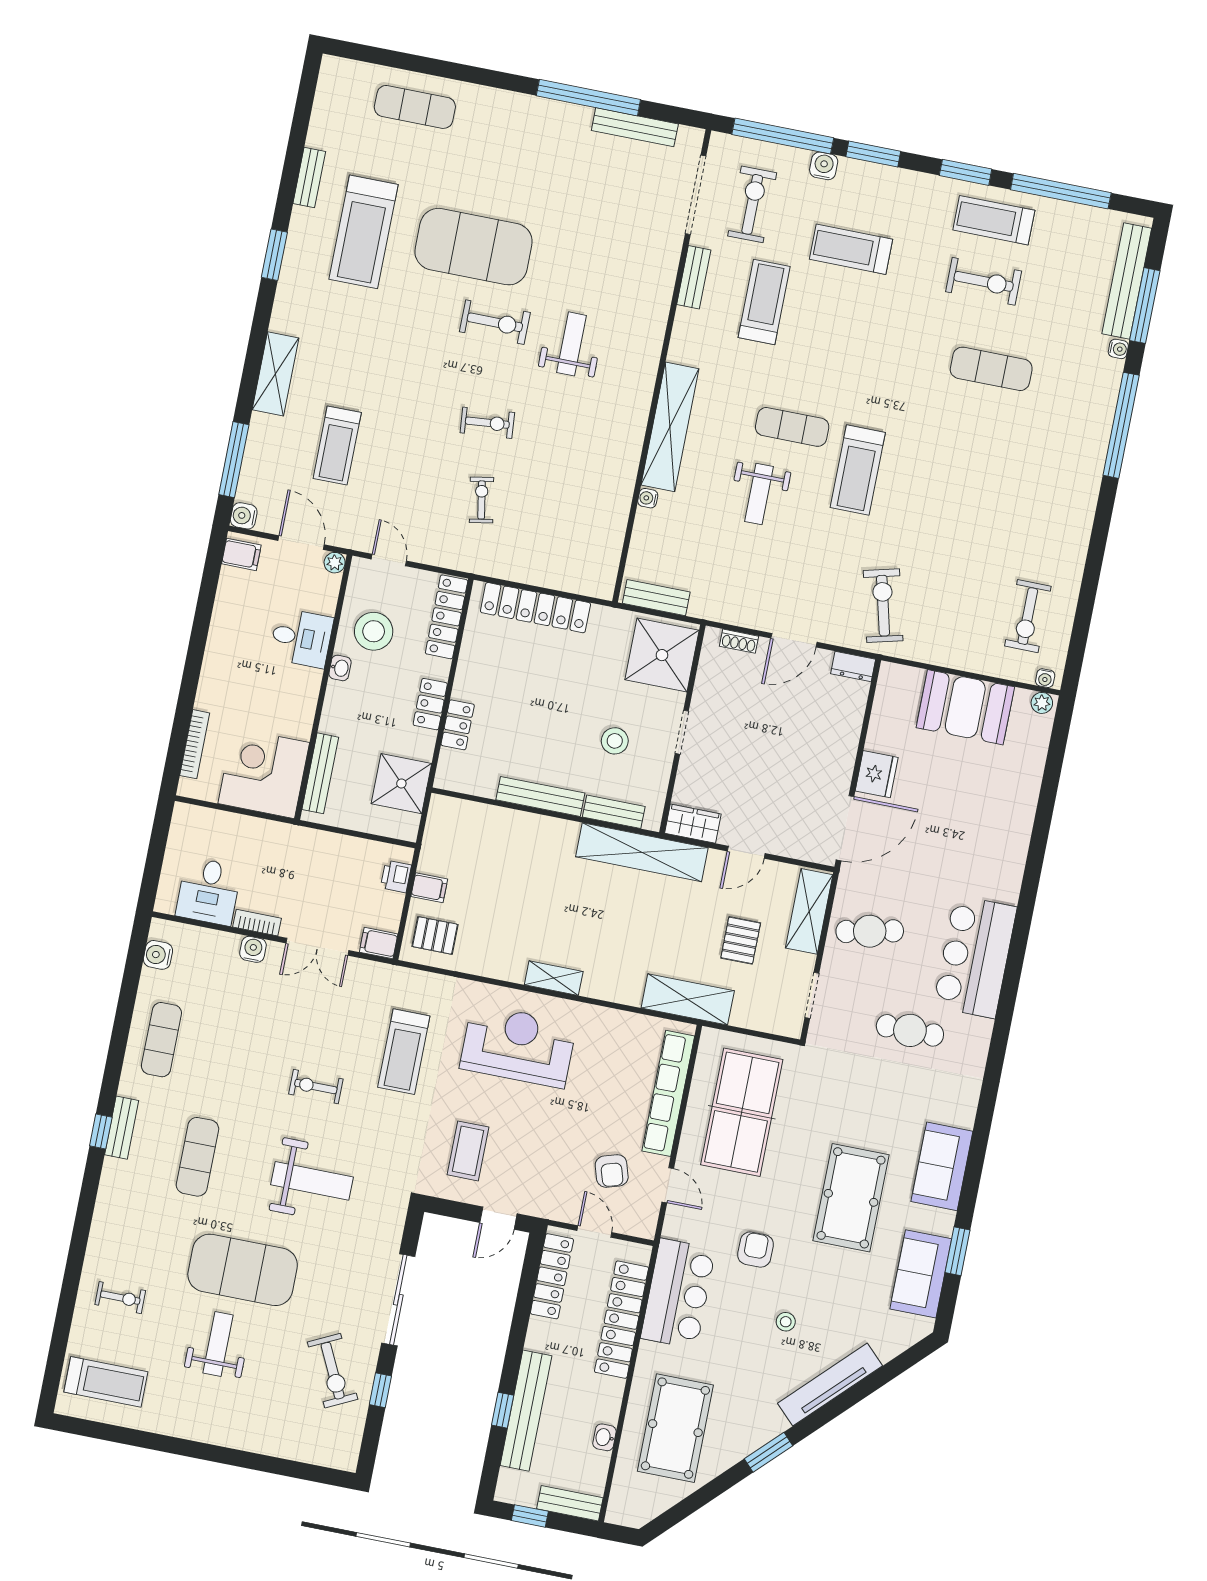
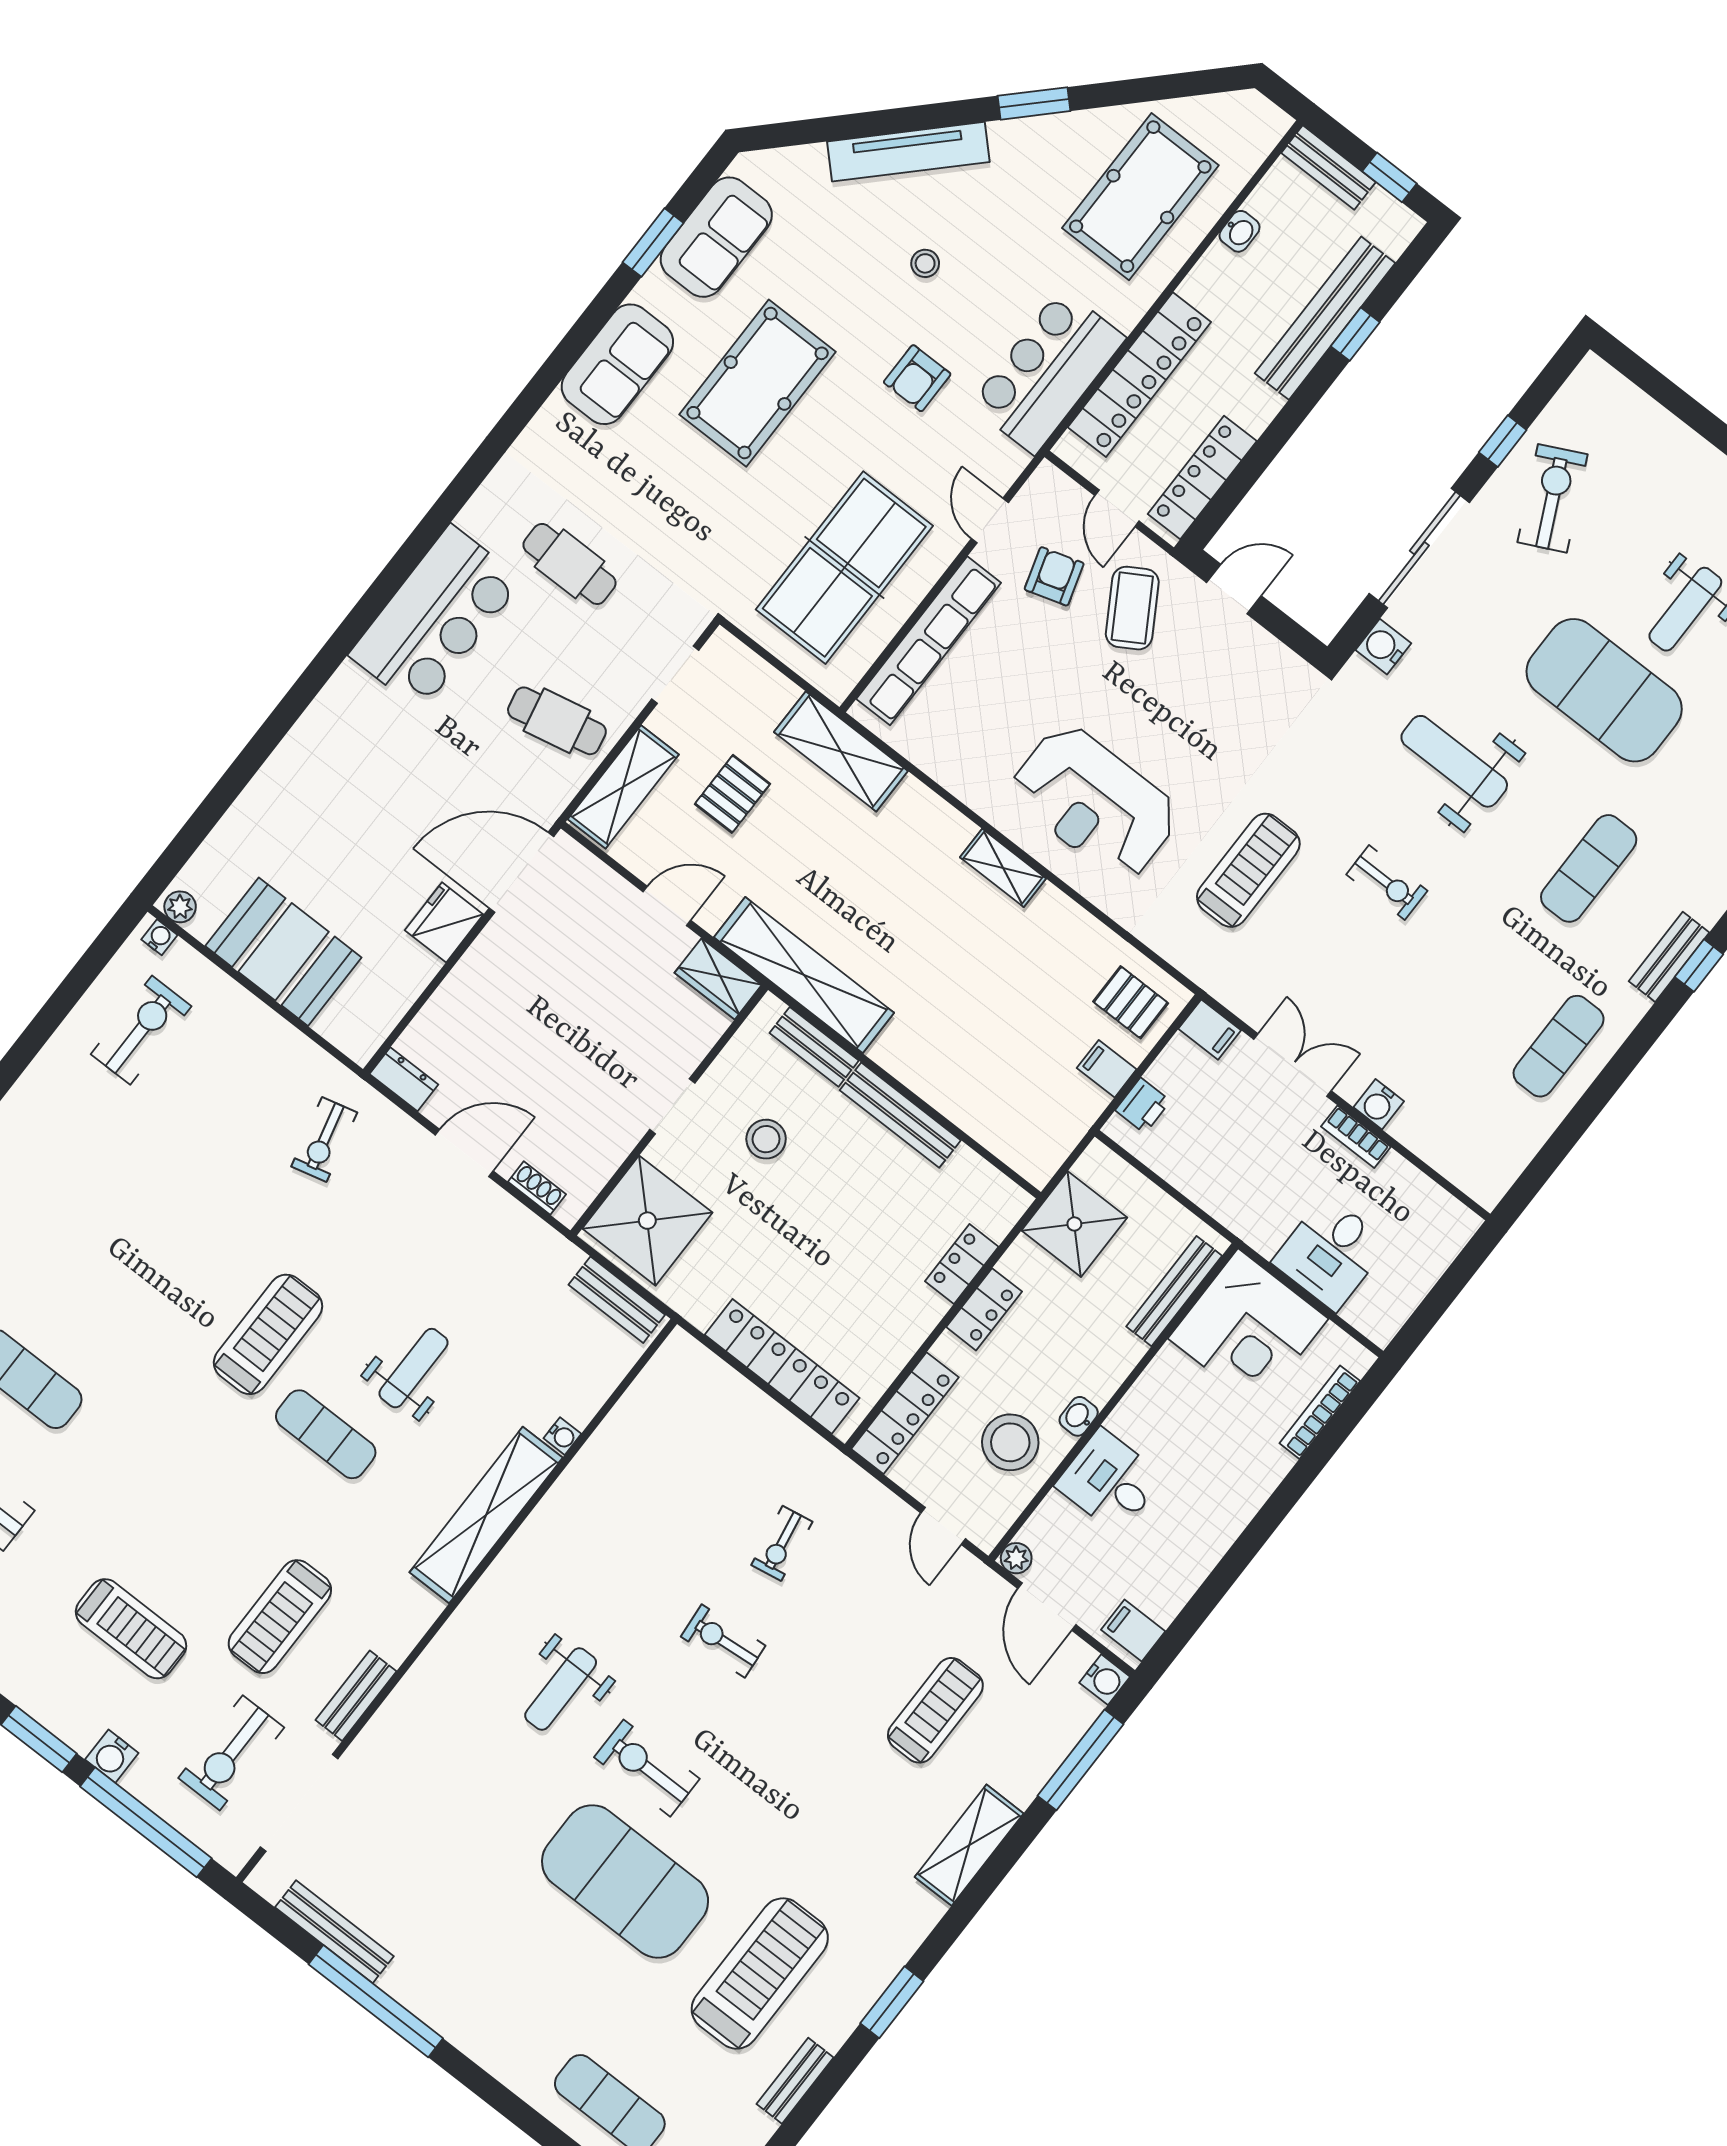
exercise bike: (883, 606) -> (324, 1139), width x0.73, depth x0.72
desk: (209, 891) -> (1331, 1253), moved, turned 180
water cooler: (158, 955) -> (1383, 647), moved, turned 180
coffee table: (468, 1151) -> (1132, 608), moved, turned -31

